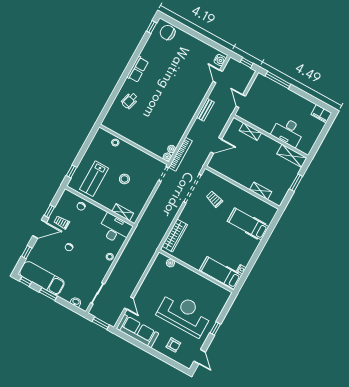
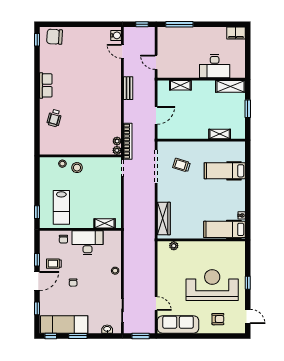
stool: (124, 179) -> (77, 168), moved
desk: (115, 229) -> (87, 243), moved

